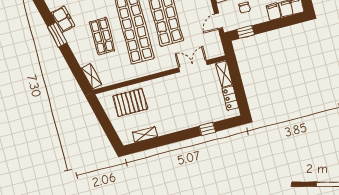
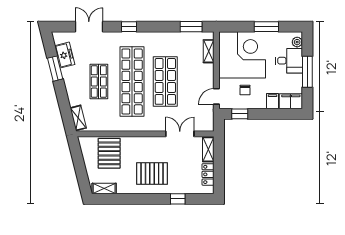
pallet: (130, 102) -> (109, 153), turned 90
pallet: (176, 111) -> (152, 174), added
shelving: (145, 135) -> (104, 188), moved

